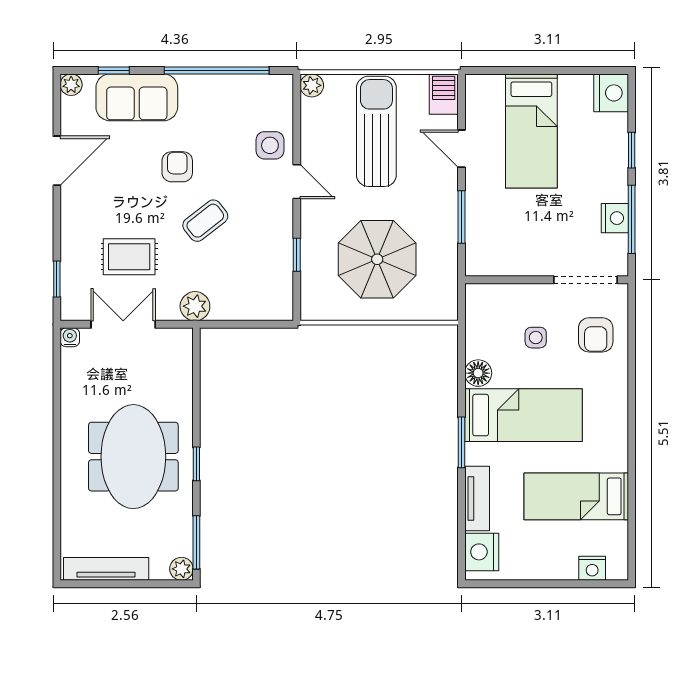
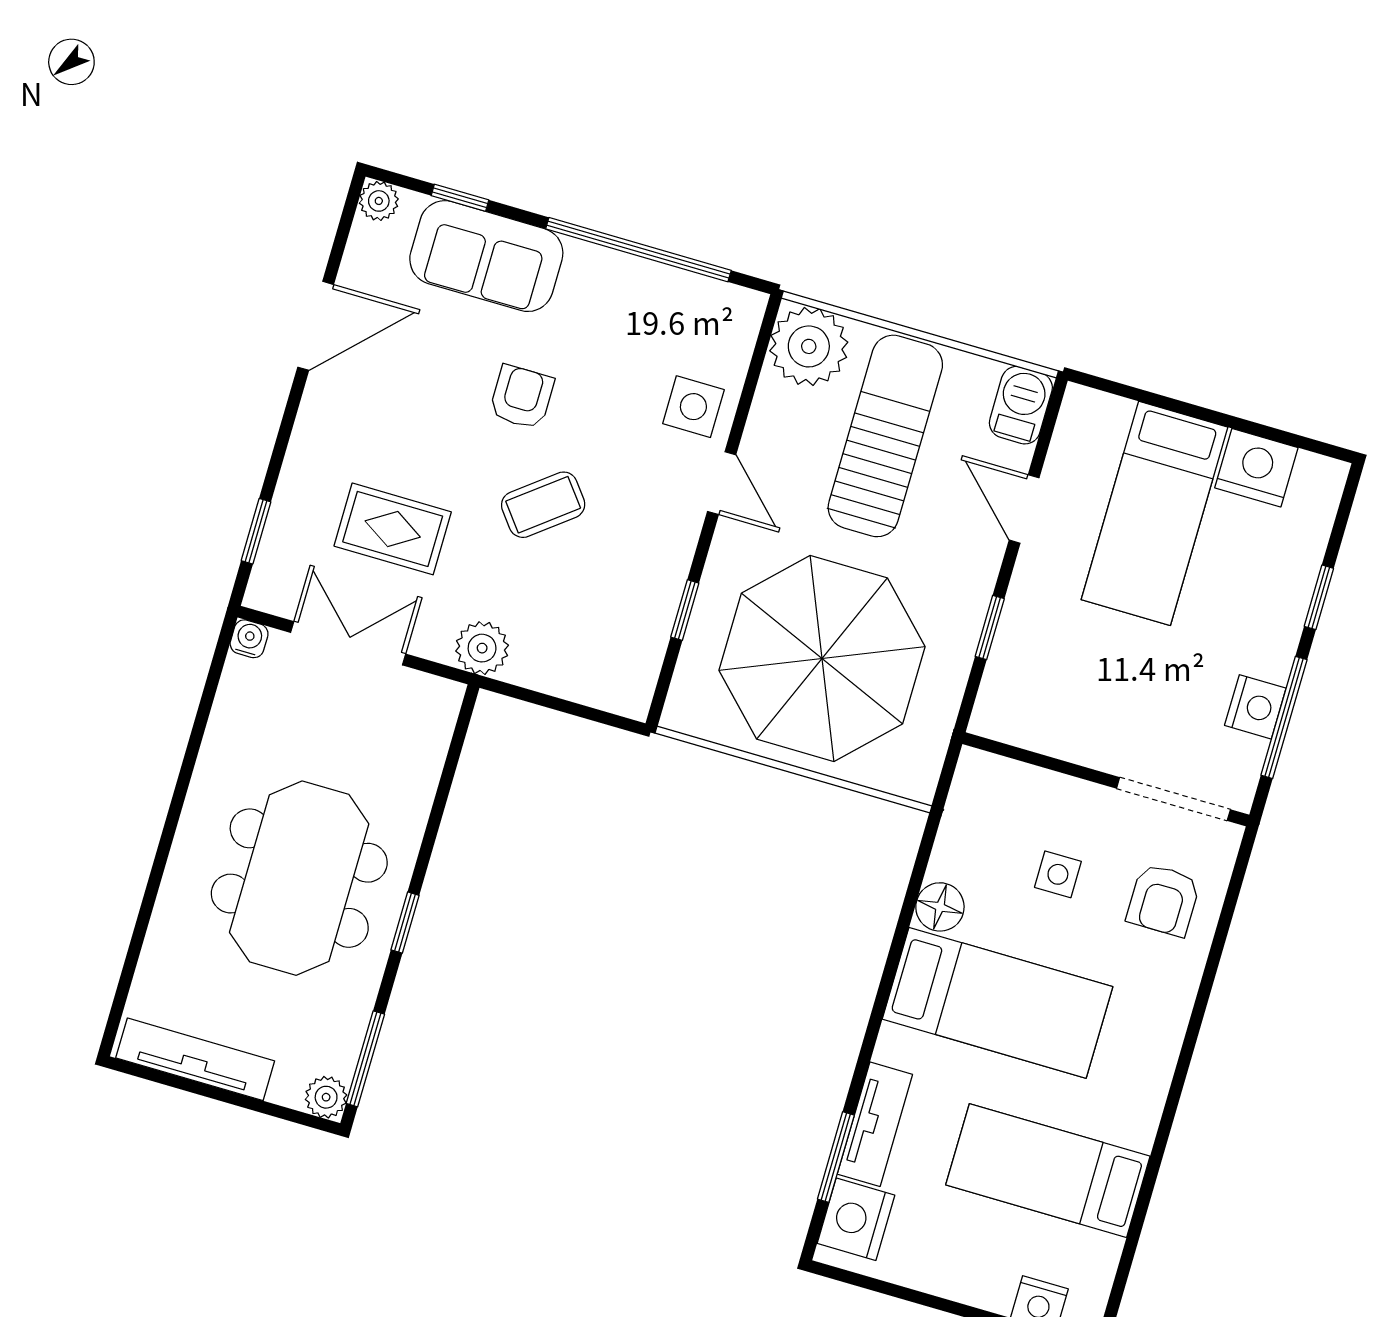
plant: (312, 85) -> (809, 346), width x1.87, depth x1.87
nightstand: (611, 93) -> (1256, 468), moved, turned -90
window: (461, 217) -> (990, 627), width x0.67
parasol: (377, 259) -> (822, 658), width x1.36, depth x1.36
window: (461, 442) -> (836, 1157), moved

